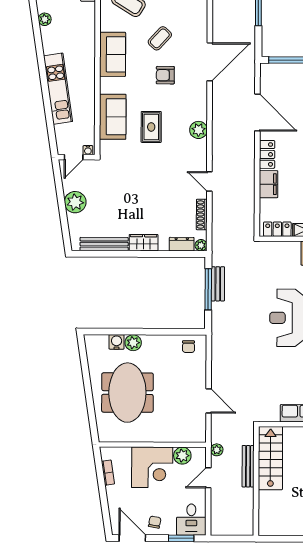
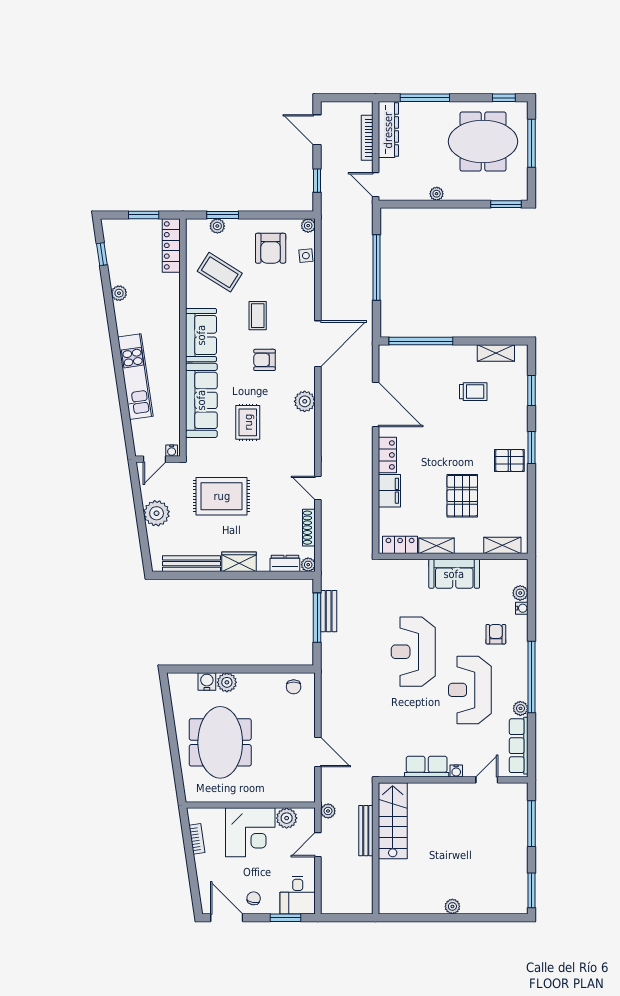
coffee table: (160, 38) -> (258, 316), turned -43
sofa: (113, 117) -> (201, 400), width x1.36
plant: (199, 130) -> (305, 401), moved
rug: (129, 188) -> (222, 496), added

